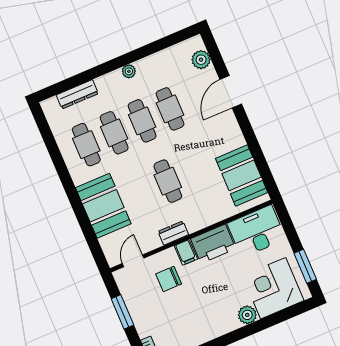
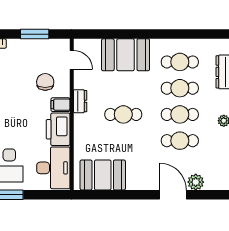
plant: (201, 60) -> (196, 182), moved

